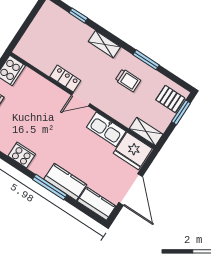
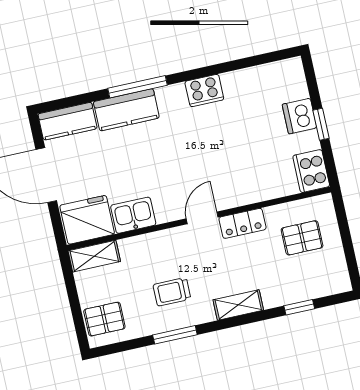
pallet: (45, 45) -> (302, 238), added
window: (181, 112) -> (78, 316), removed
kitchen sink: (106, 129) -> (133, 215), width x0.73

